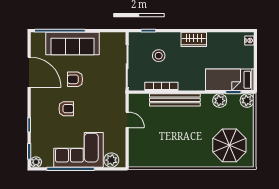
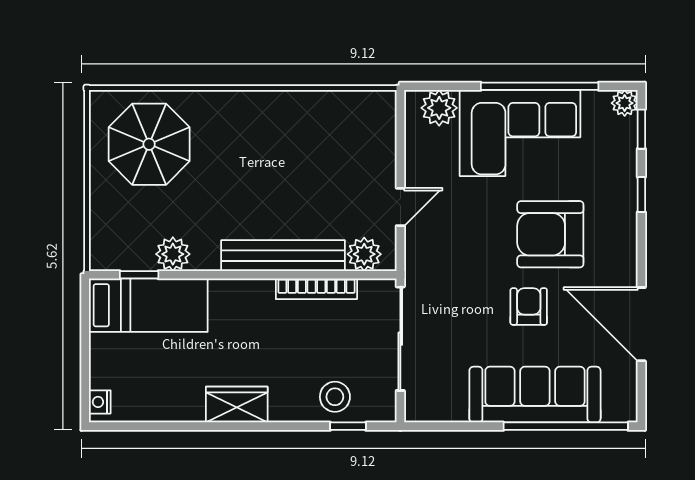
stool: (159, 56) -> (335, 397), moved
armchair: (75, 79) -> (529, 306), turned -90
plant: (247, 101) -> (364, 254), moved
armchair: (66, 109) -> (550, 234), width x1.88, depth x1.88
door: (127, 120) -> (400, 207), swing flipped

